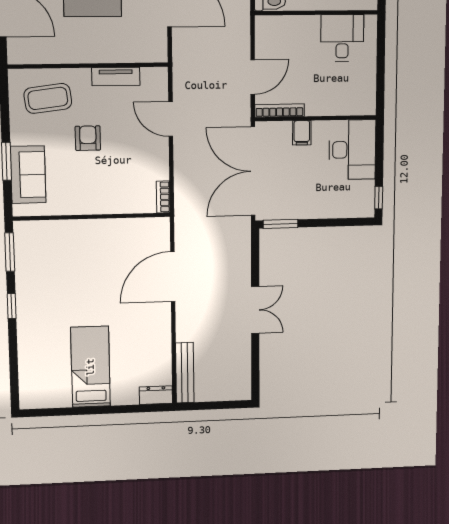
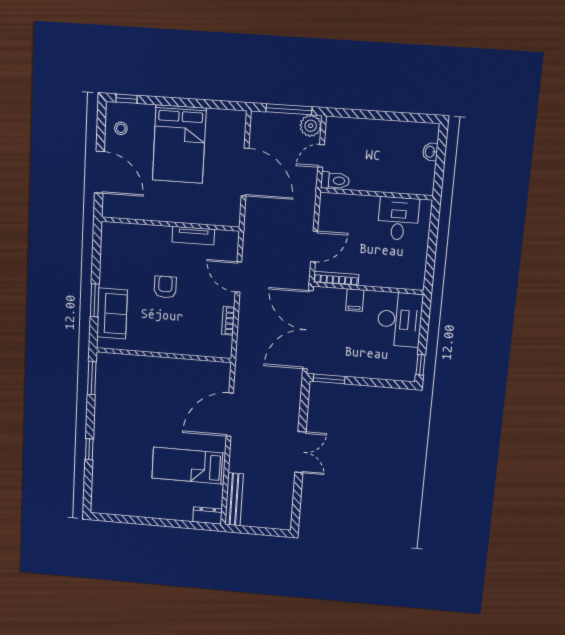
coffee table: (48, 98) -> (134, 249), removed
bookcase: (163, 197) -> (228, 321), moved
window: (12, 306) -> (89, 449), moved
bed: (90, 367) -> (189, 466), moved, turned -90

